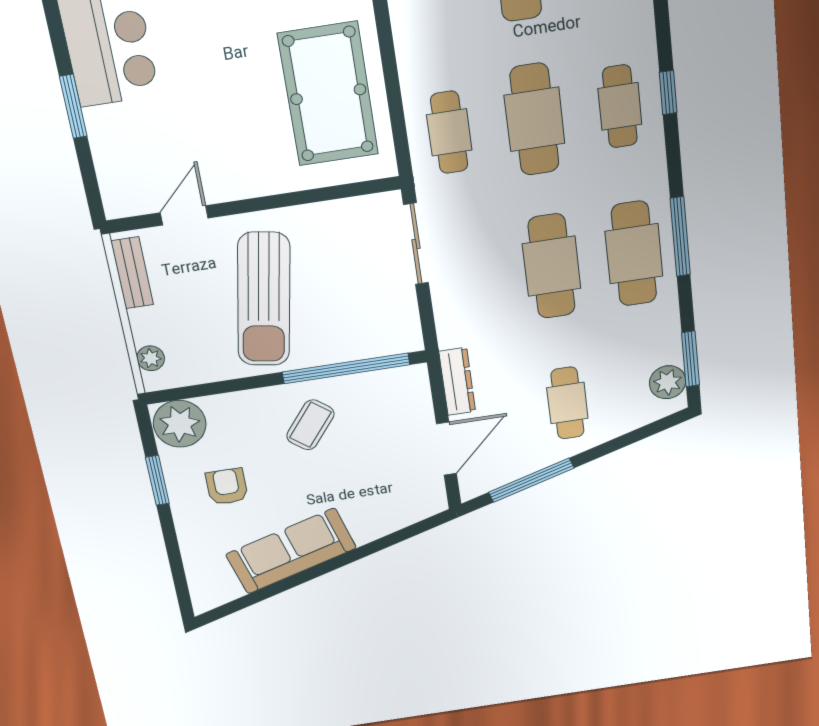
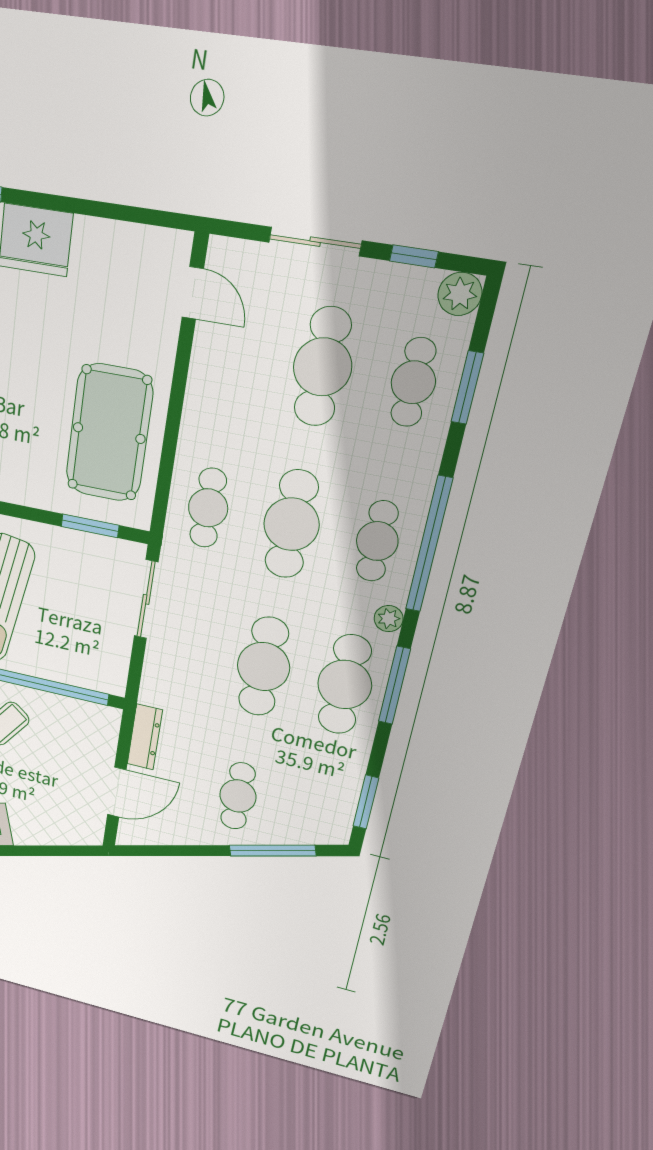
window: (668, 93) -> (429, 545), width x3.17
window: (337, 192) -> (90, 526), added
plant: (668, 382) -> (389, 619), moved, width x0.73, depth x0.73
window: (531, 480) -> (272, 851), moved

